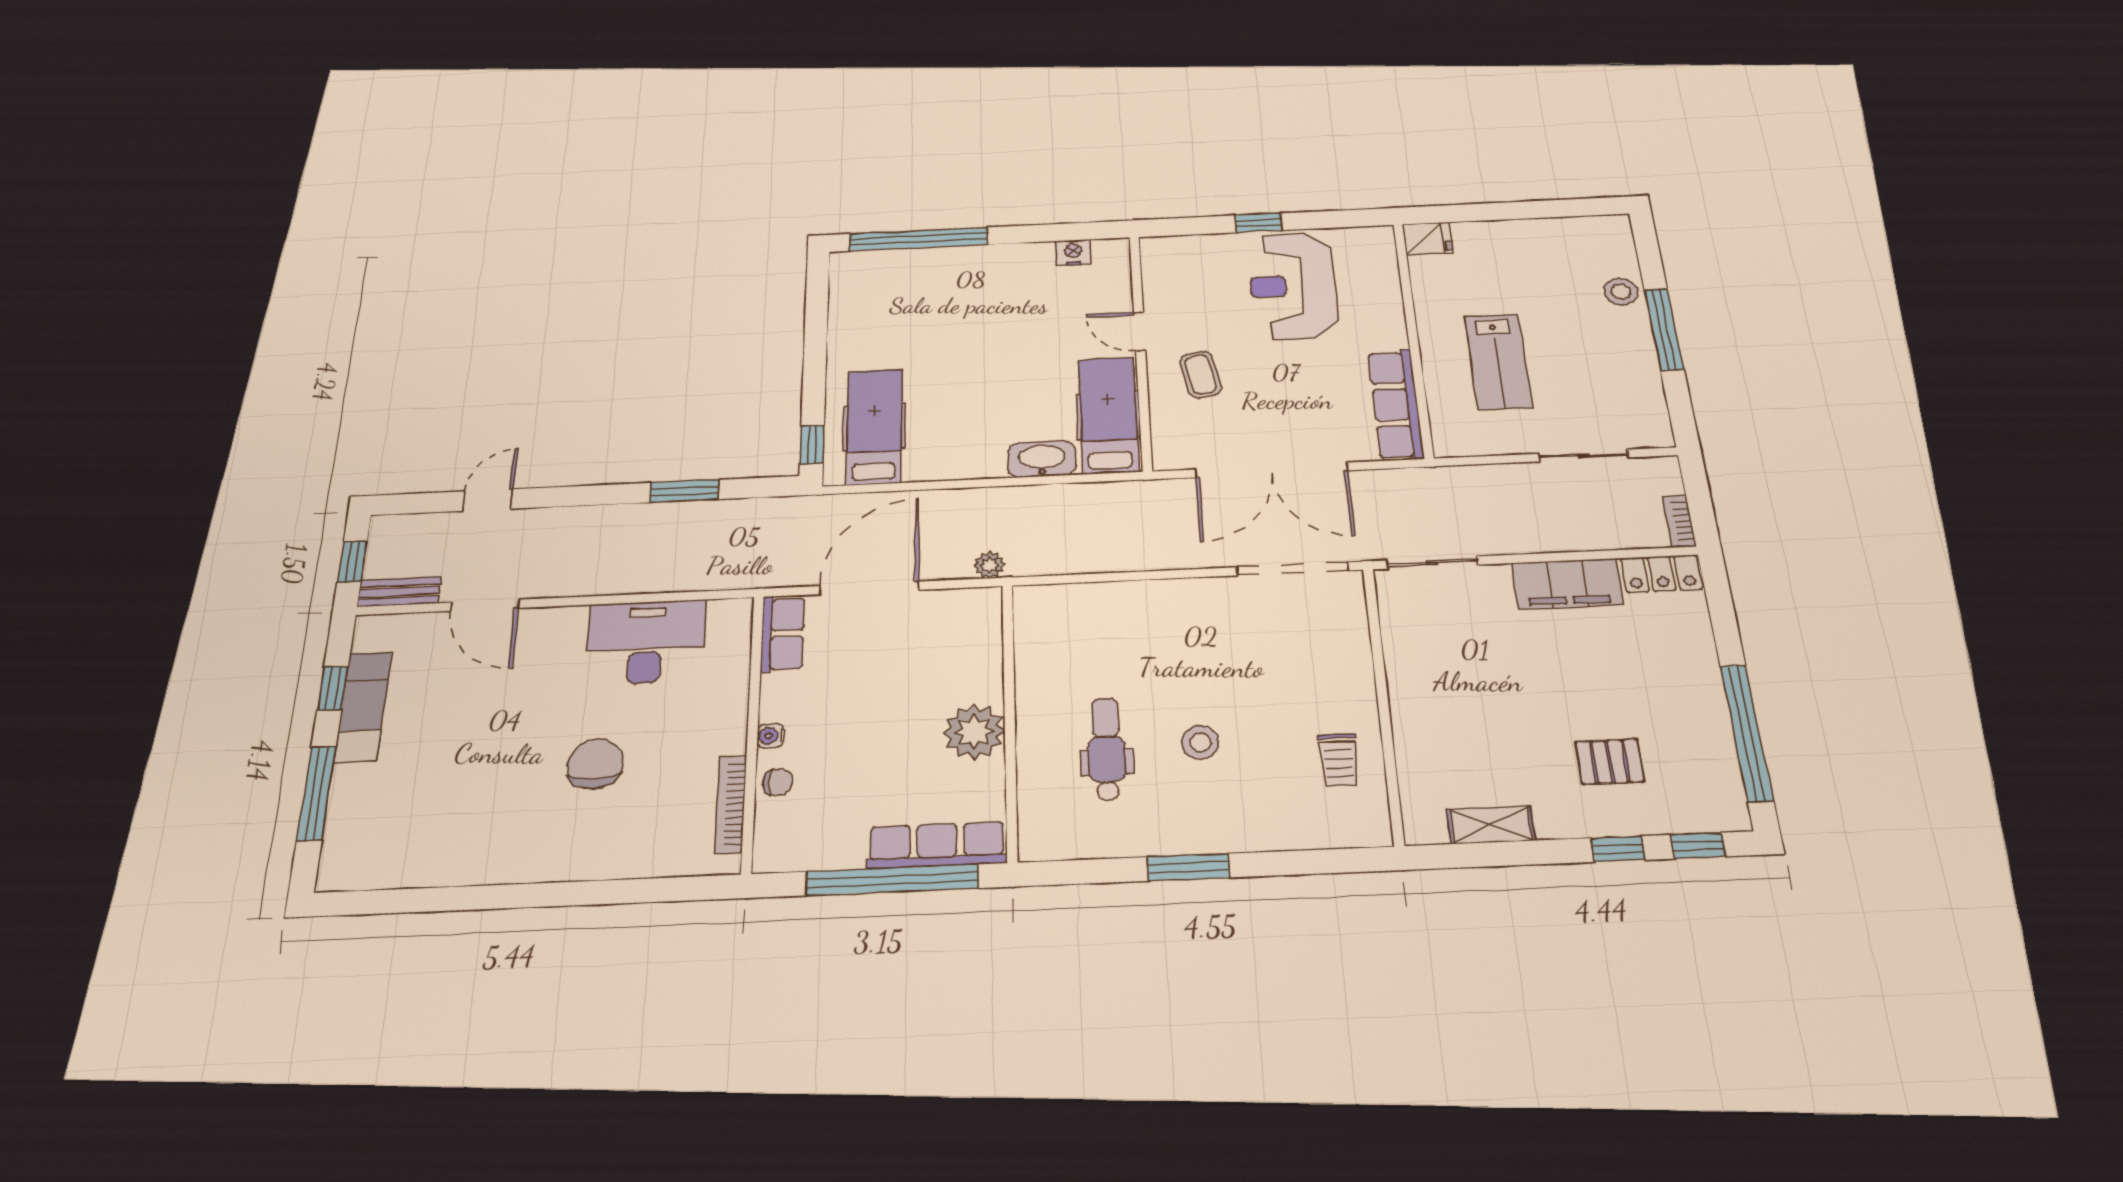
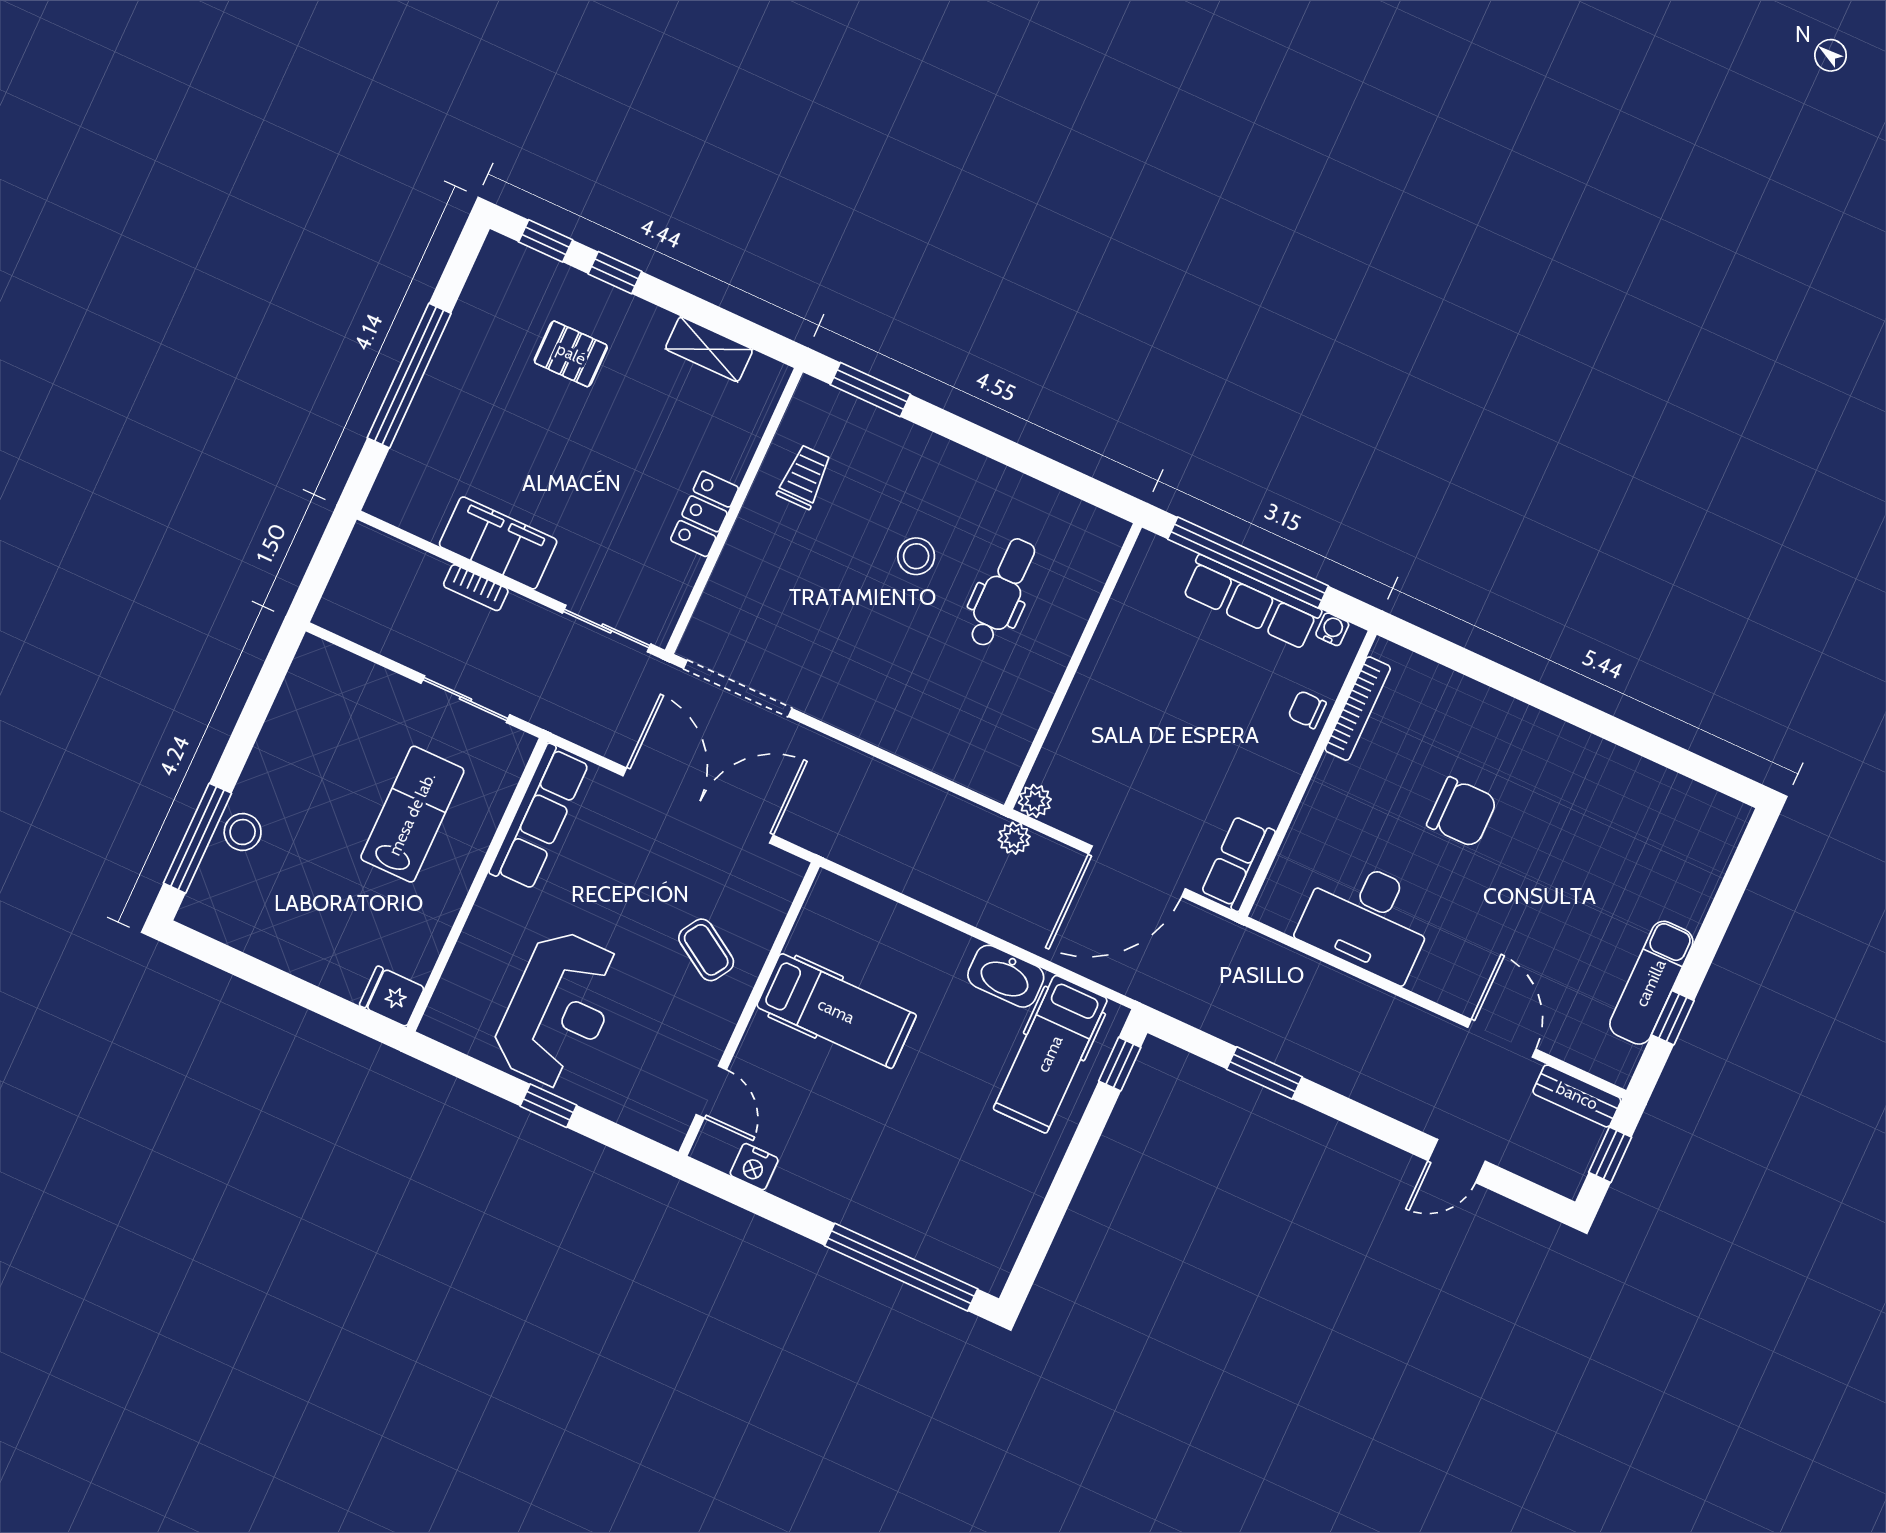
window: (1664, 329) -> (197, 838), moved
door: (1140, 332) -> (711, 1092), moved
coffee table: (1201, 375) -> (706, 950), turned -48
hospital bed: (1108, 415) -> (836, 1011), moved, turned -90
sliding door: (1583, 456) -> (465, 699), moved
washbasin: (1042, 459) -> (1006, 976), moved
bookcase: (1679, 522) -> (476, 588), moved, turned 90
locker: (1662, 574) -> (705, 514), moved, turned -90
plant: (974, 732) -> (1035, 801), moved, width x0.53, depth x0.53
window: (1747, 733) -> (409, 376), moved
water cooler: (771, 736) -> (1332, 629), moved, turned -90
dental chair: (1106, 749) -> (1002, 593), turned 180
chair: (595, 764) -> (1462, 812), turned -90
window: (316, 793) -> (1722, 910), removed
row of seats: (937, 845) -> (1252, 602), moved
window: (1188, 867) -> (870, 390), moved

